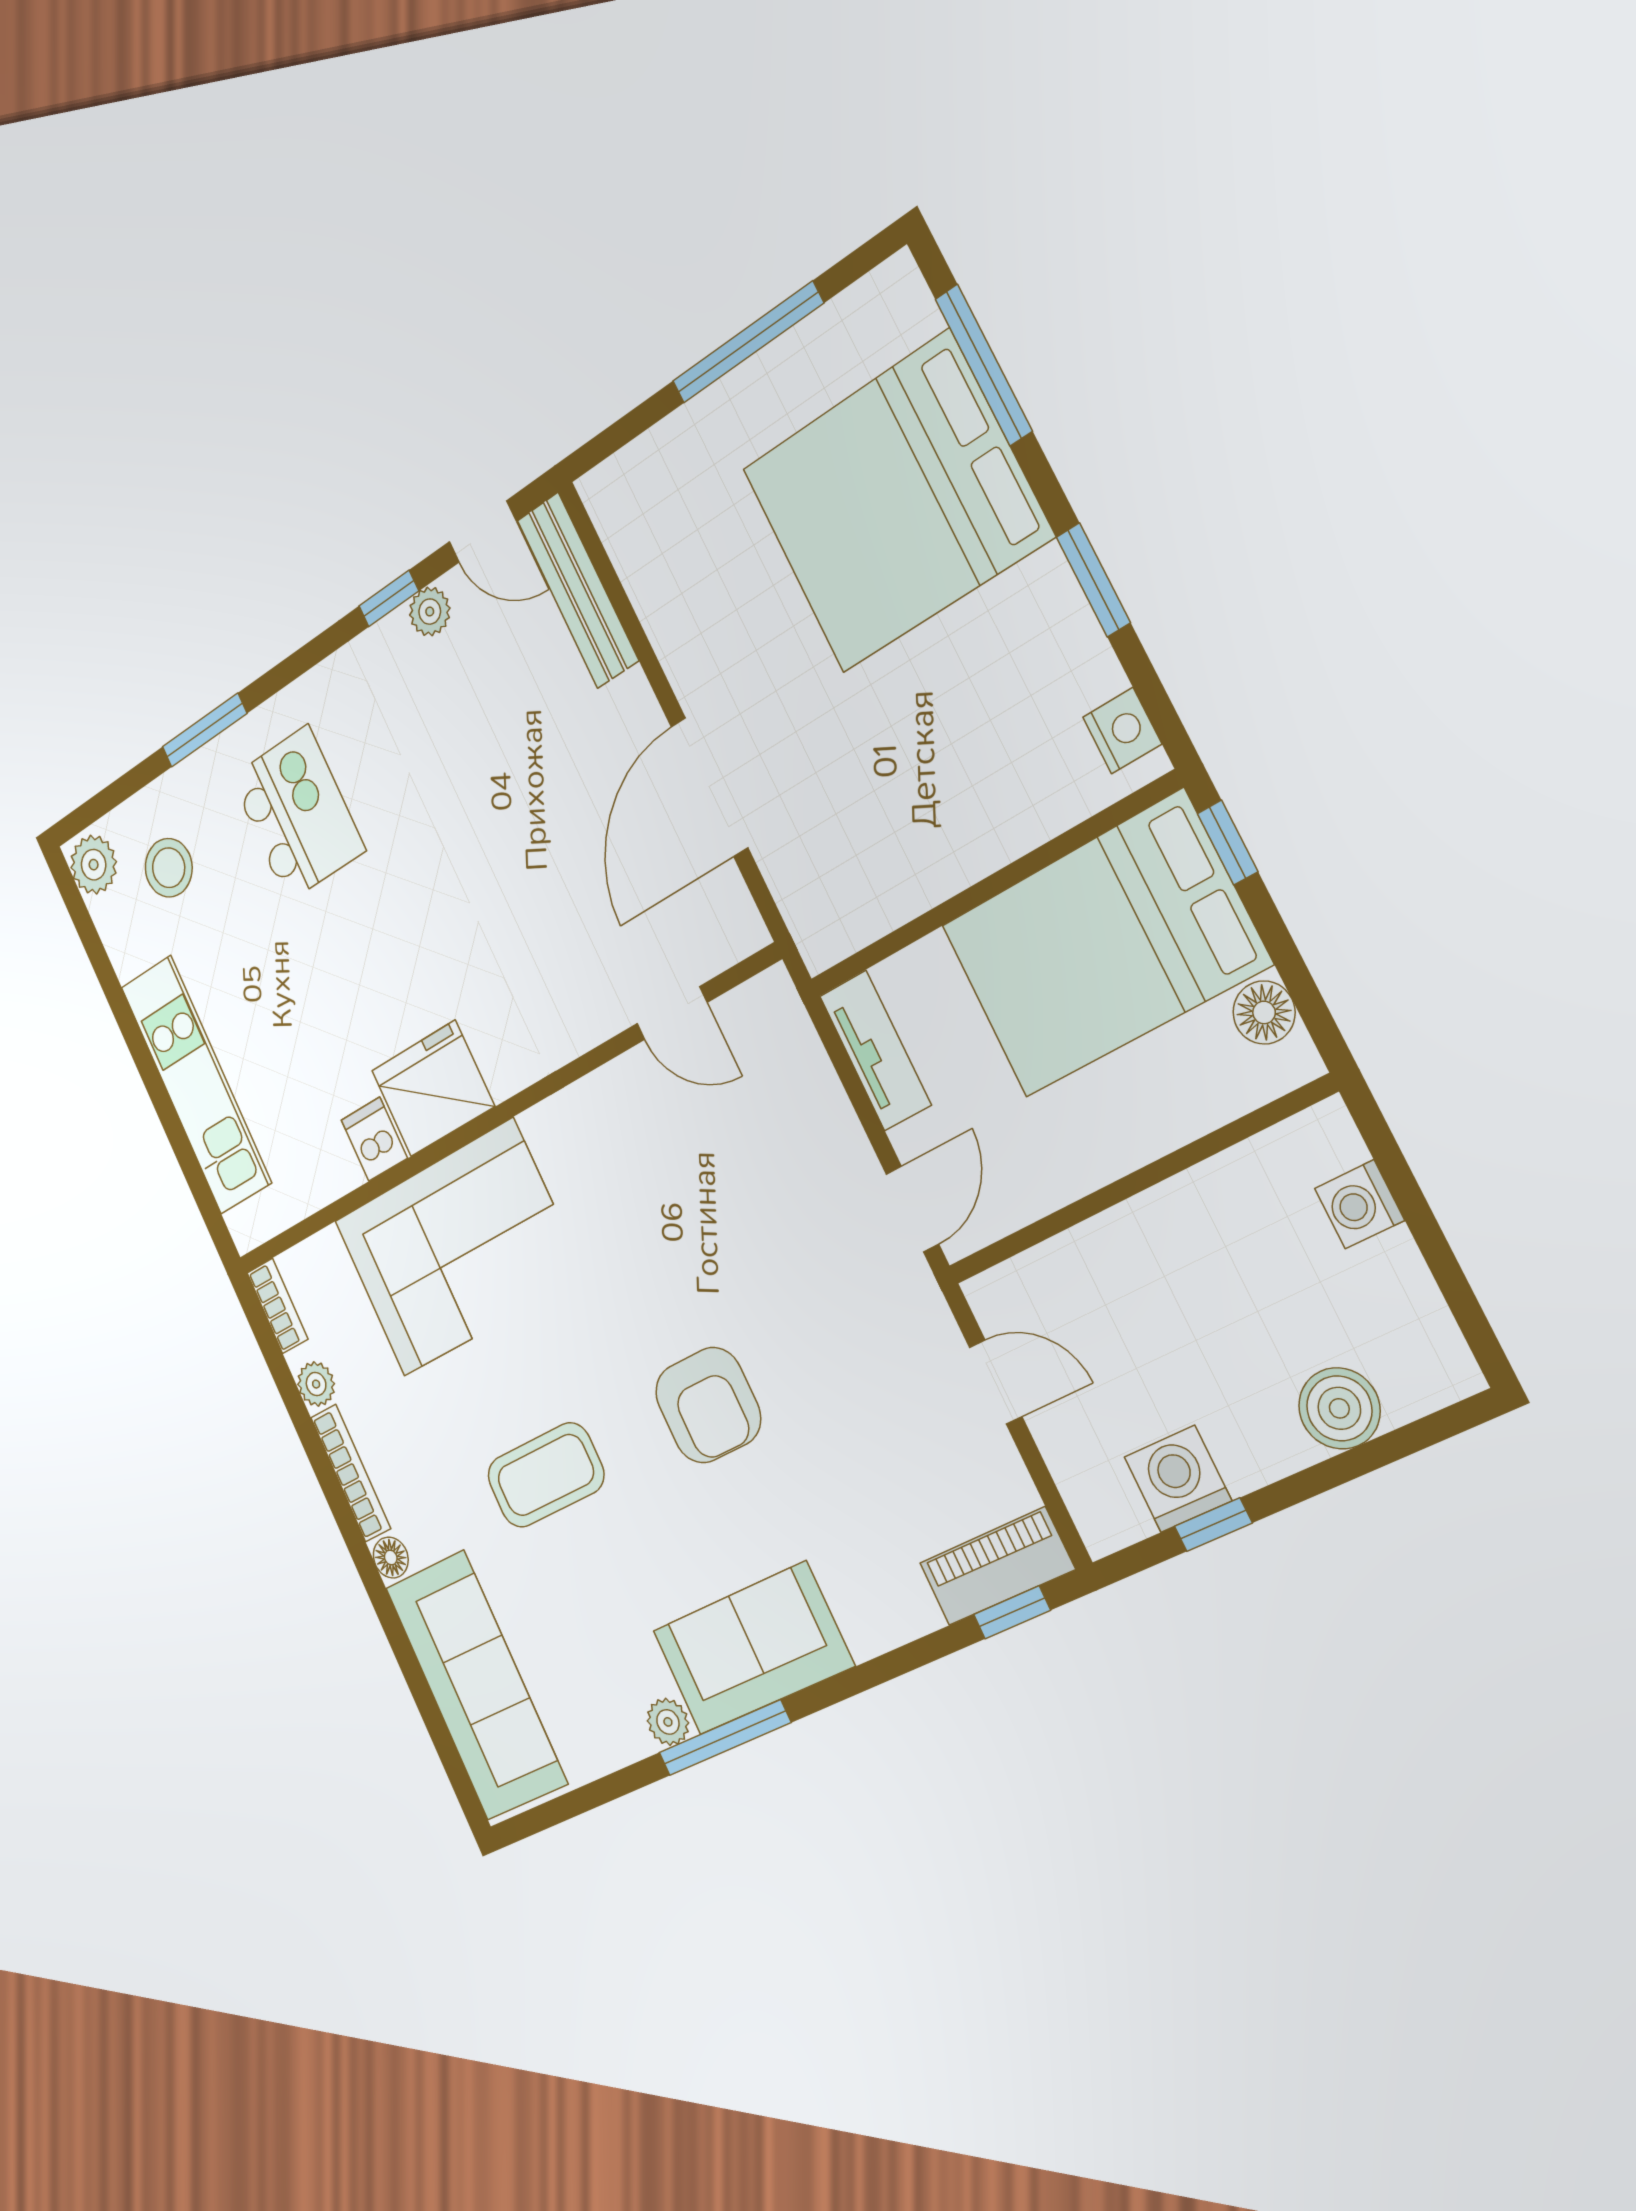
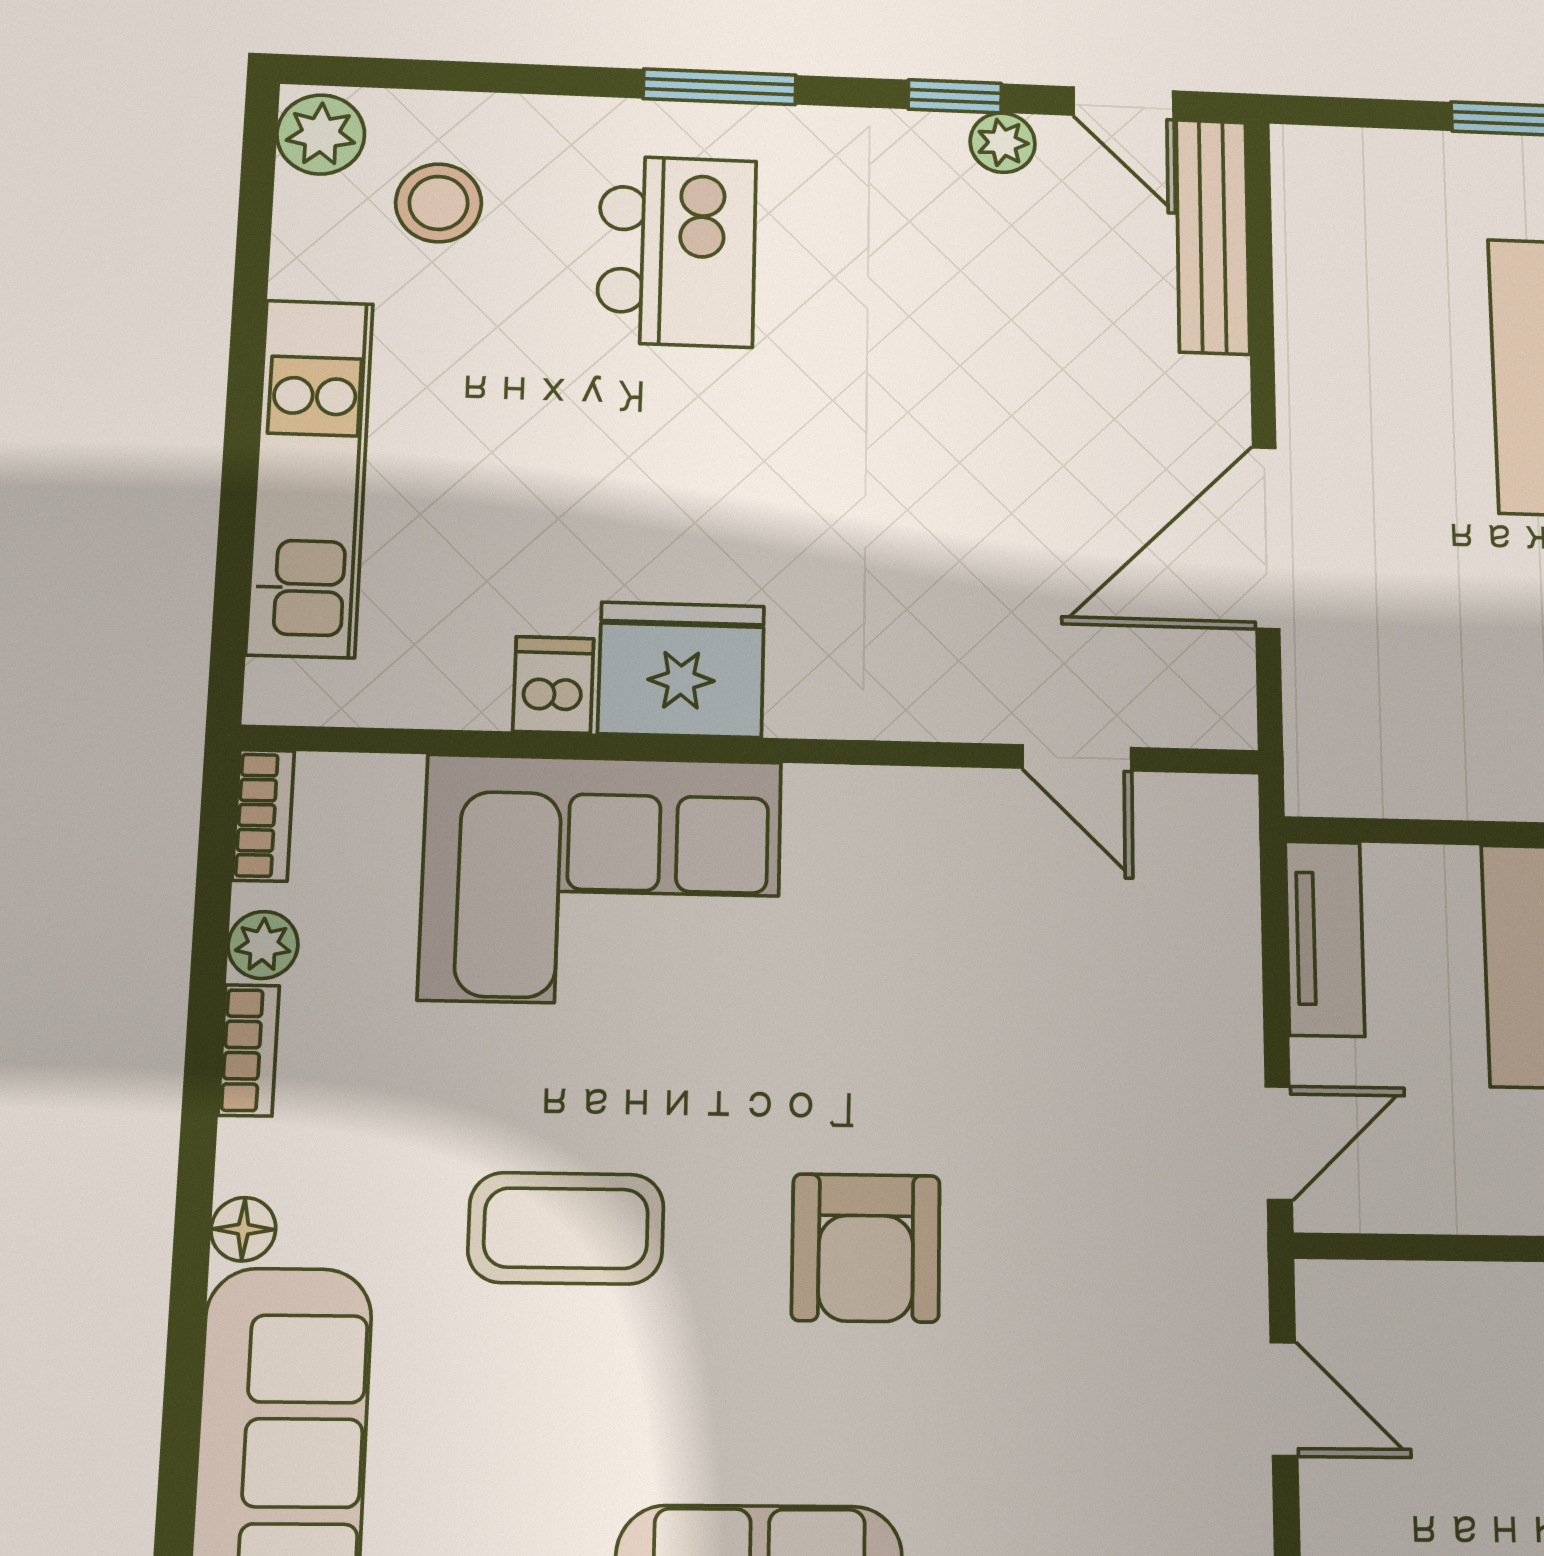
window: (204, 730) -> (720, 87), moved
bookcase: (351, 1473) -> (249, 1050), width x0.64

